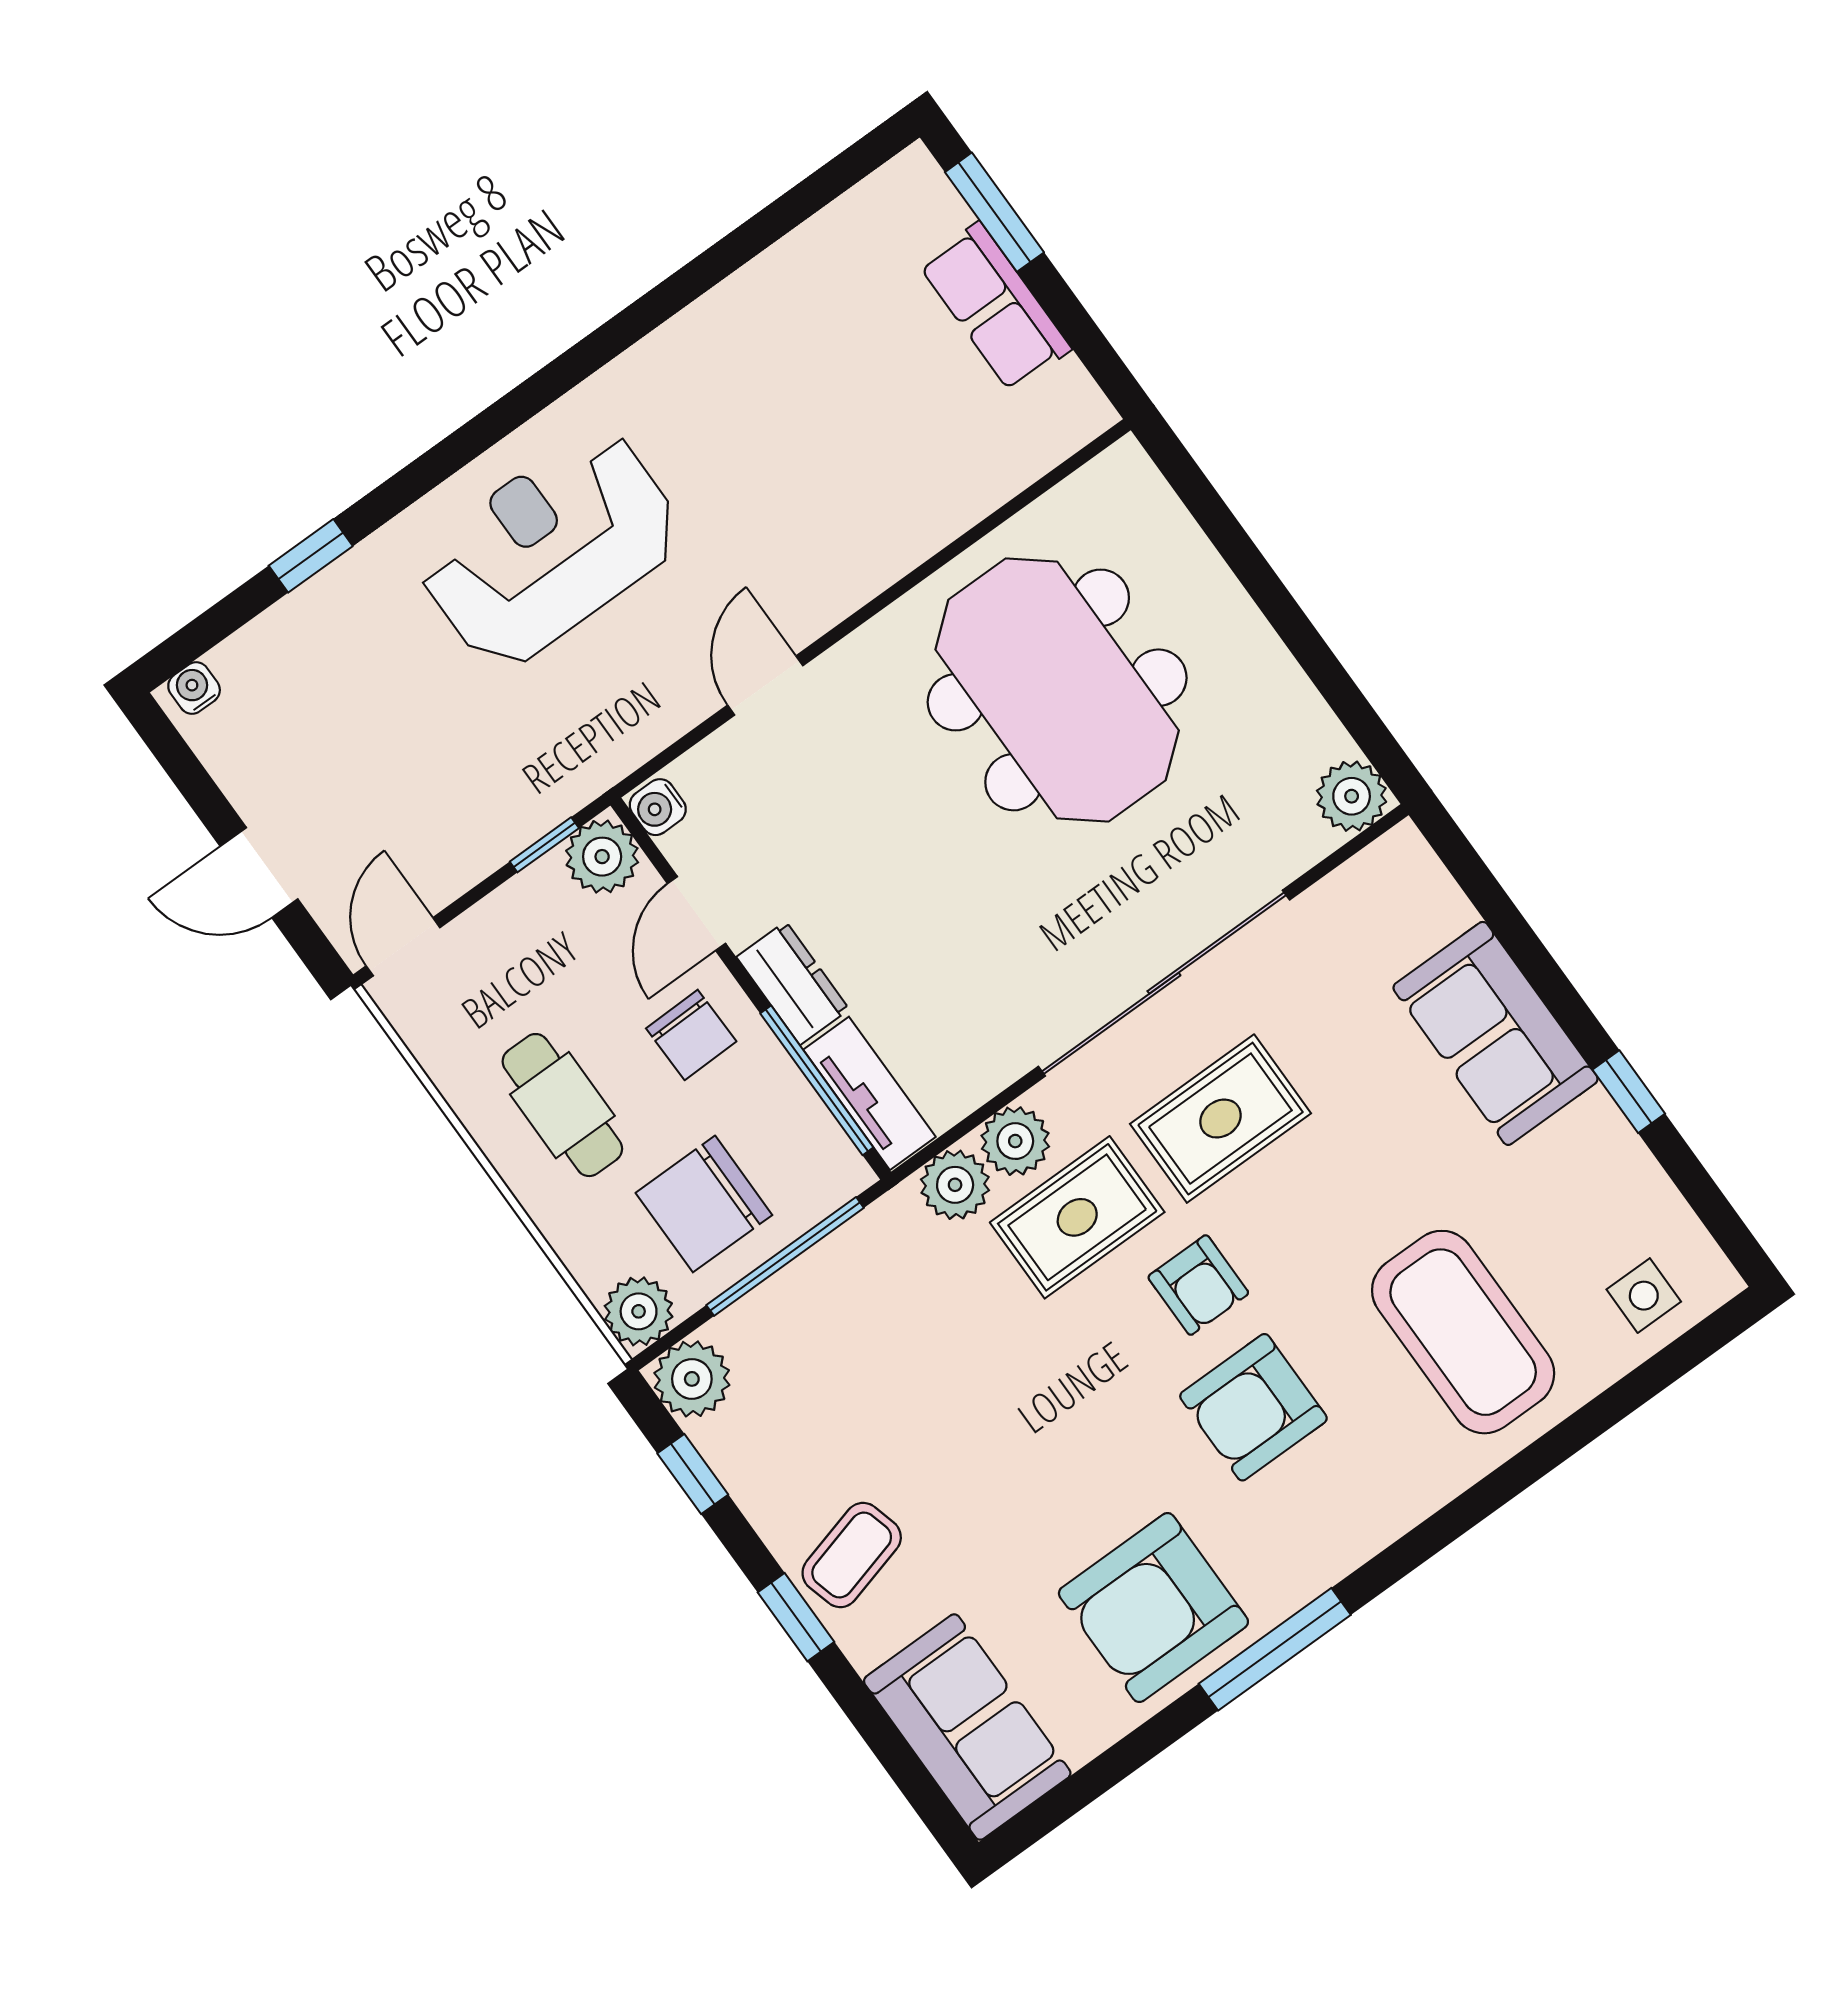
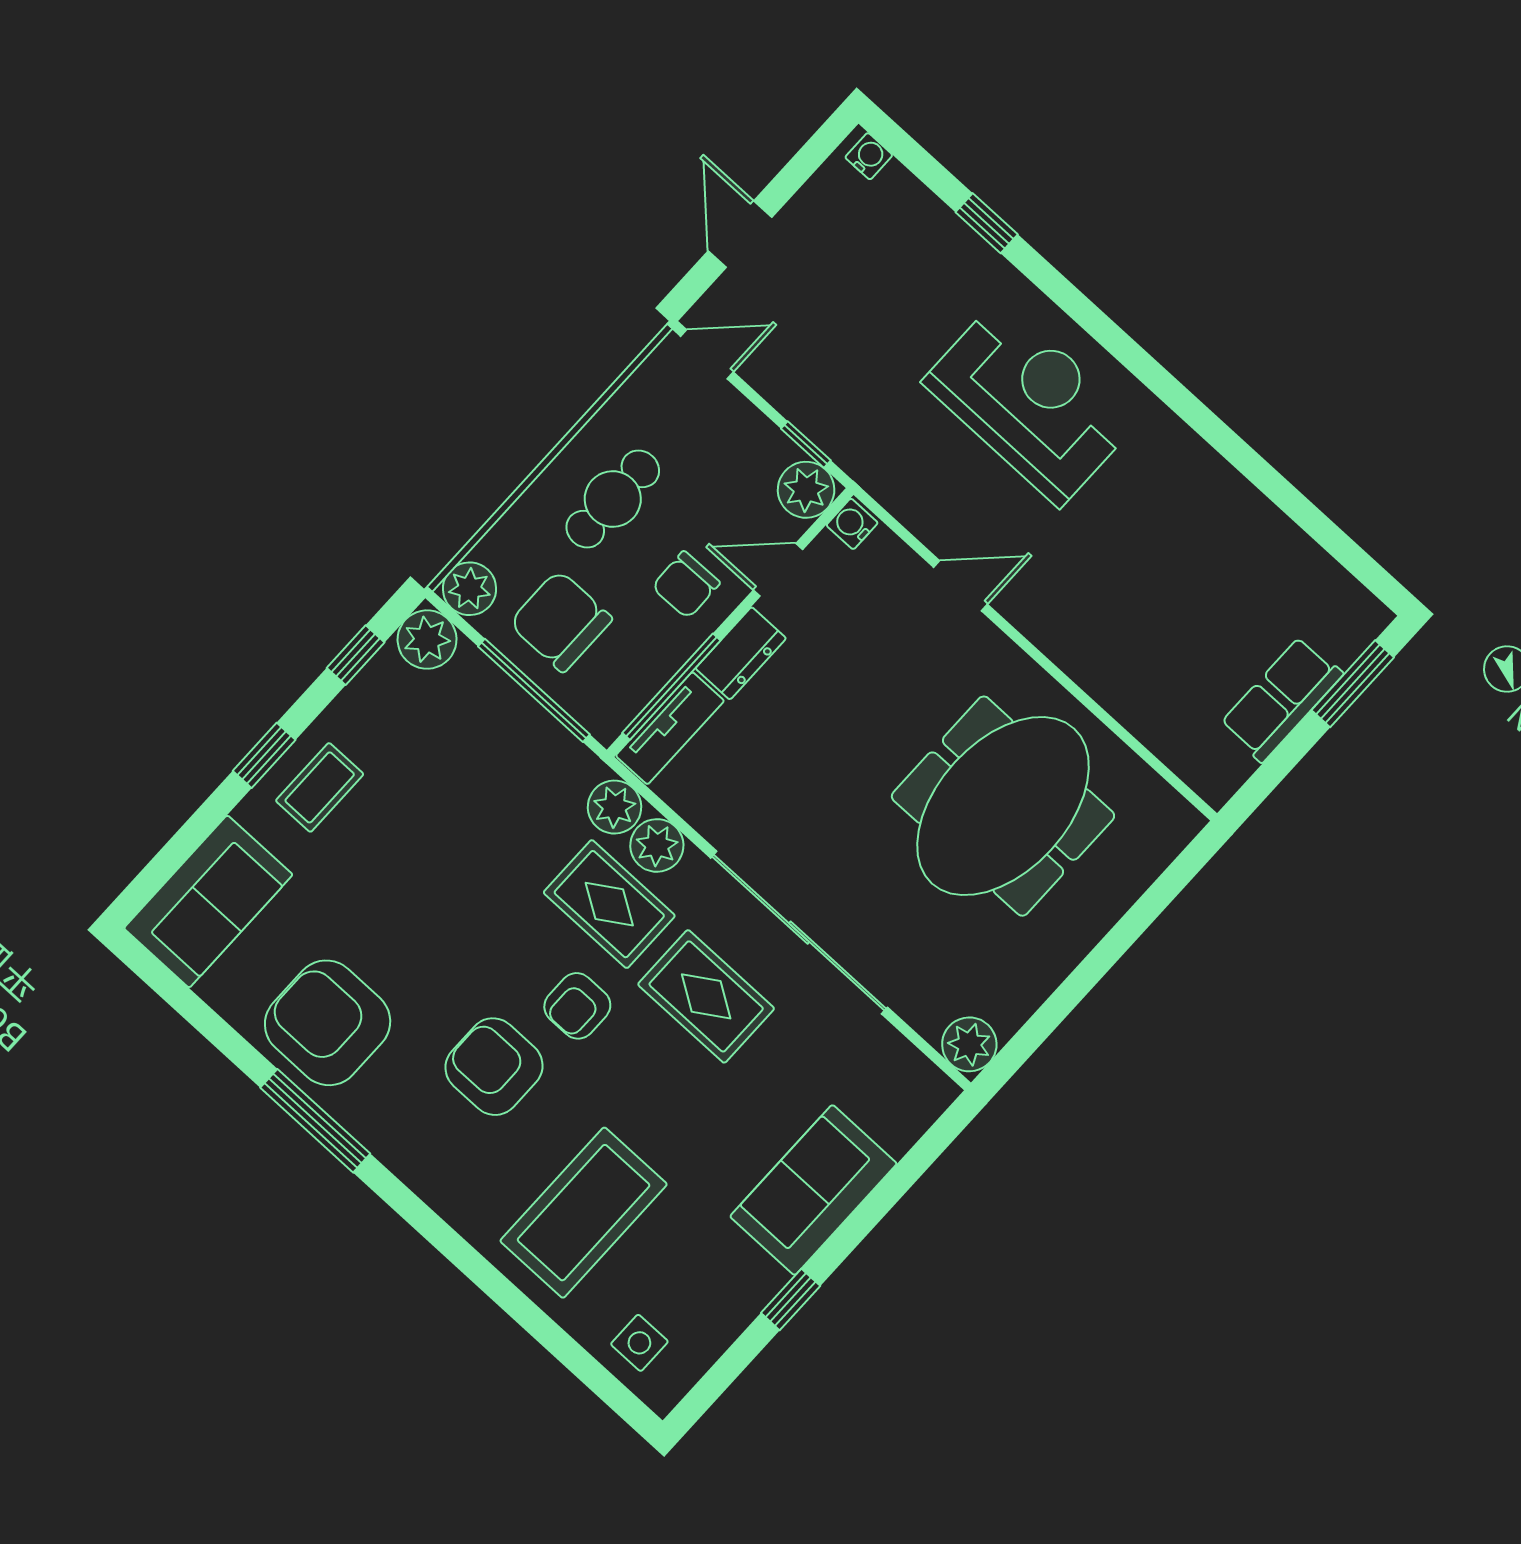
coffee table: (852, 1555) -> (320, 787), turned -75

